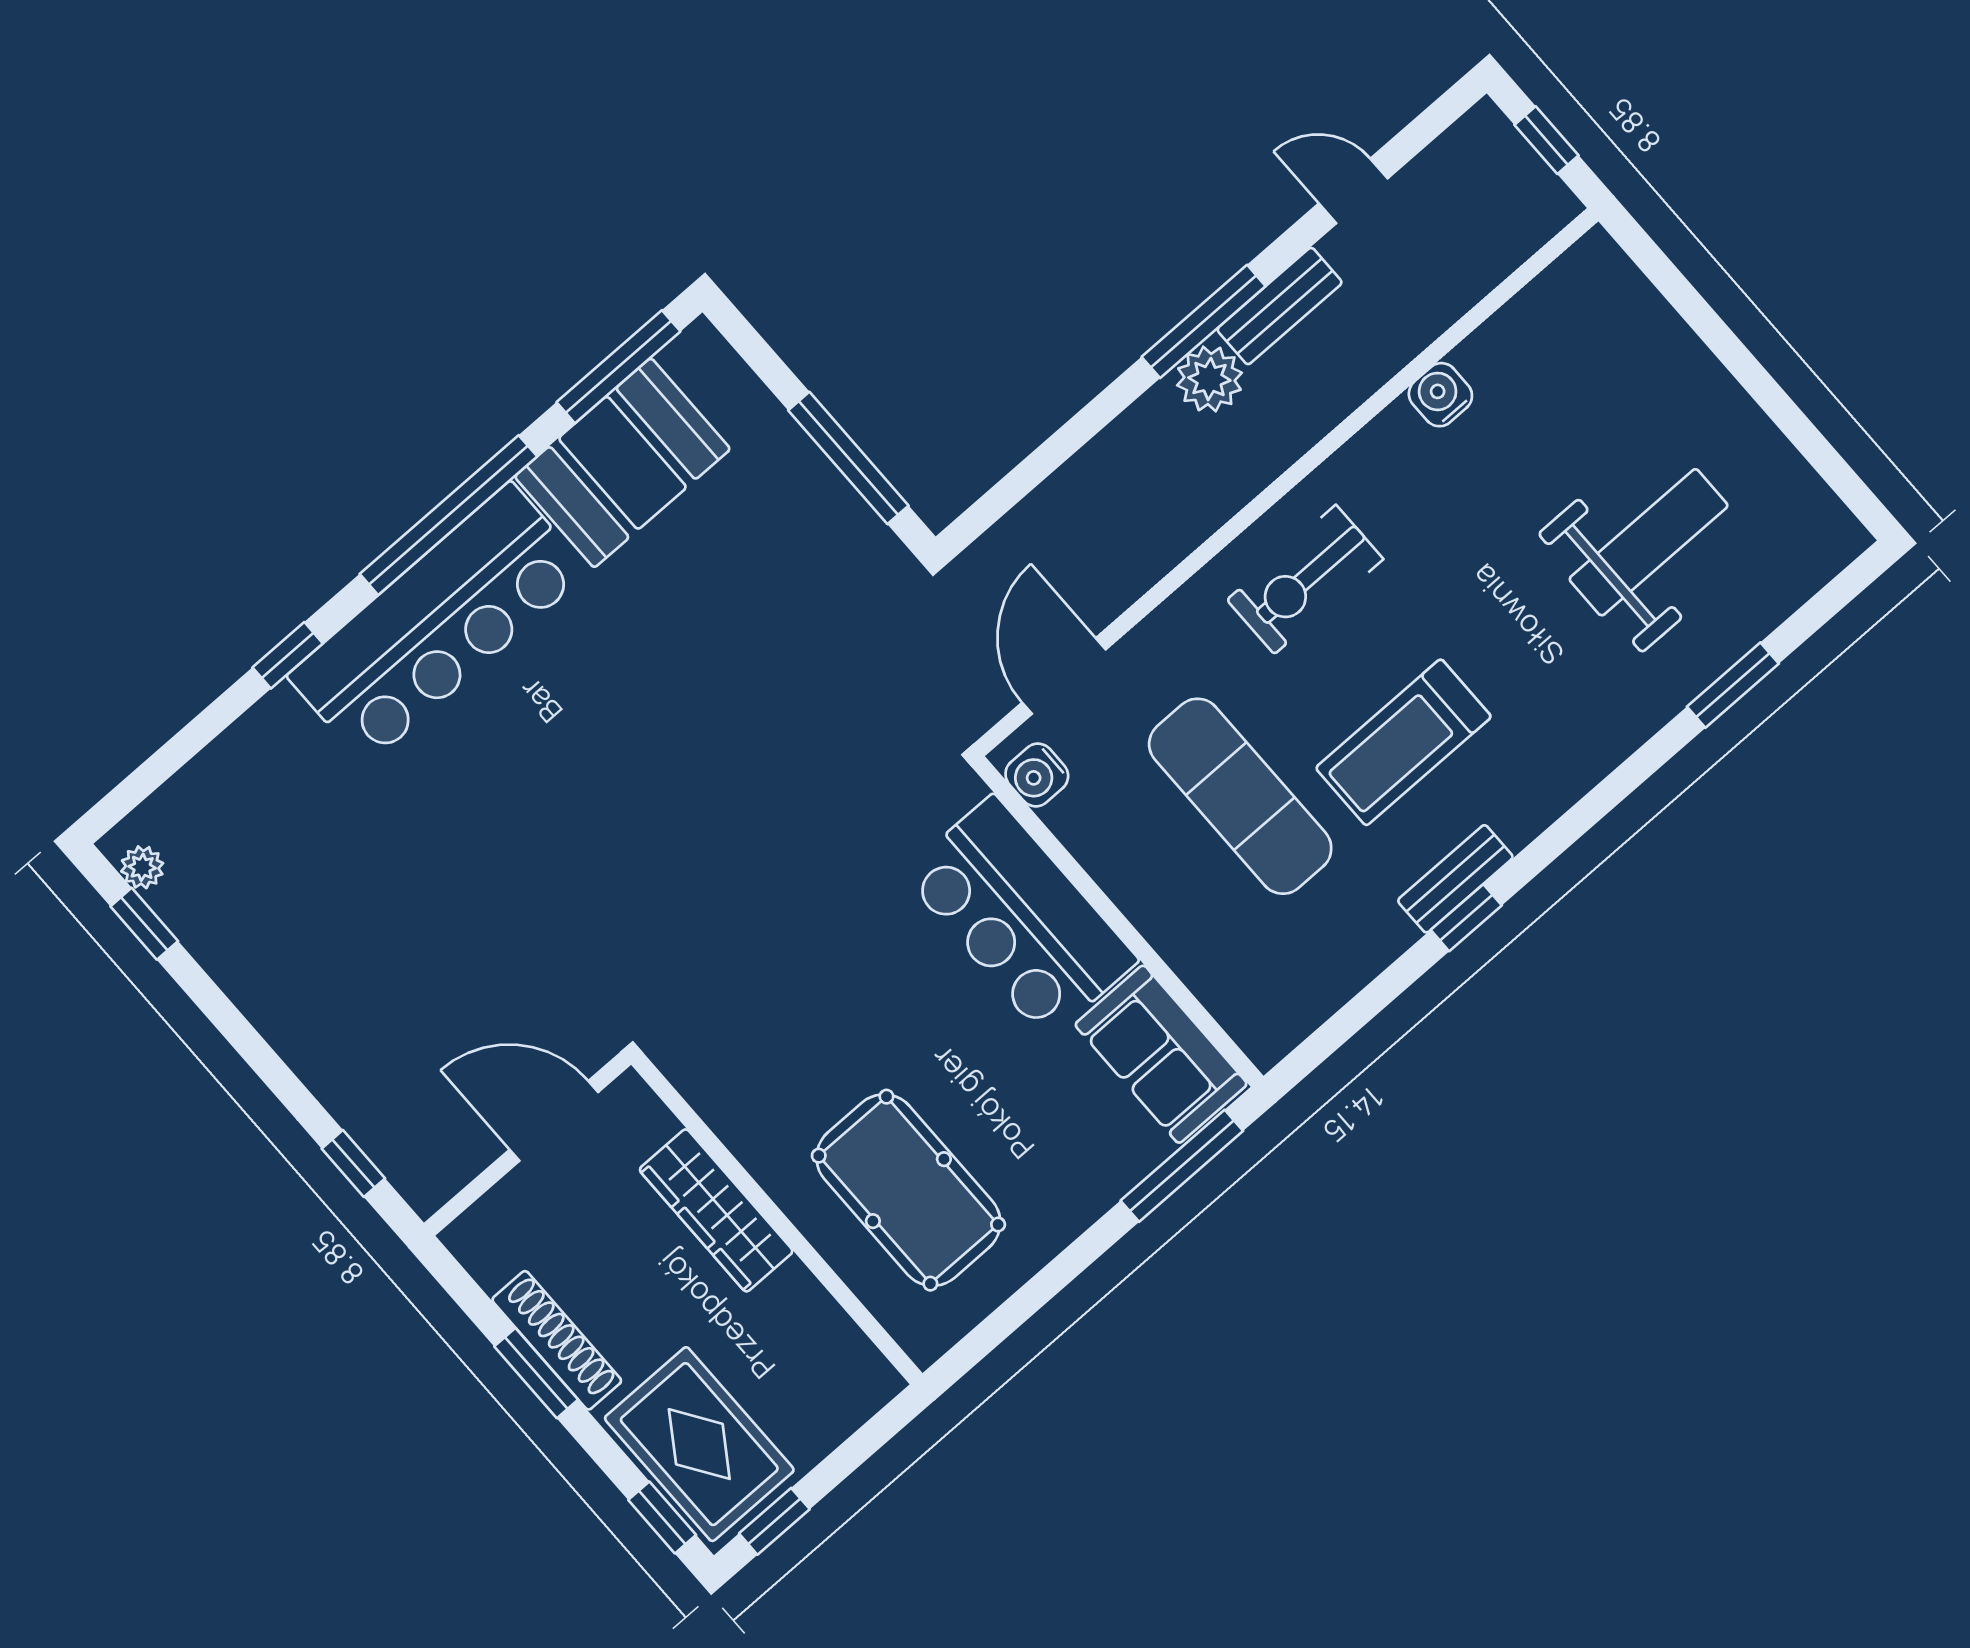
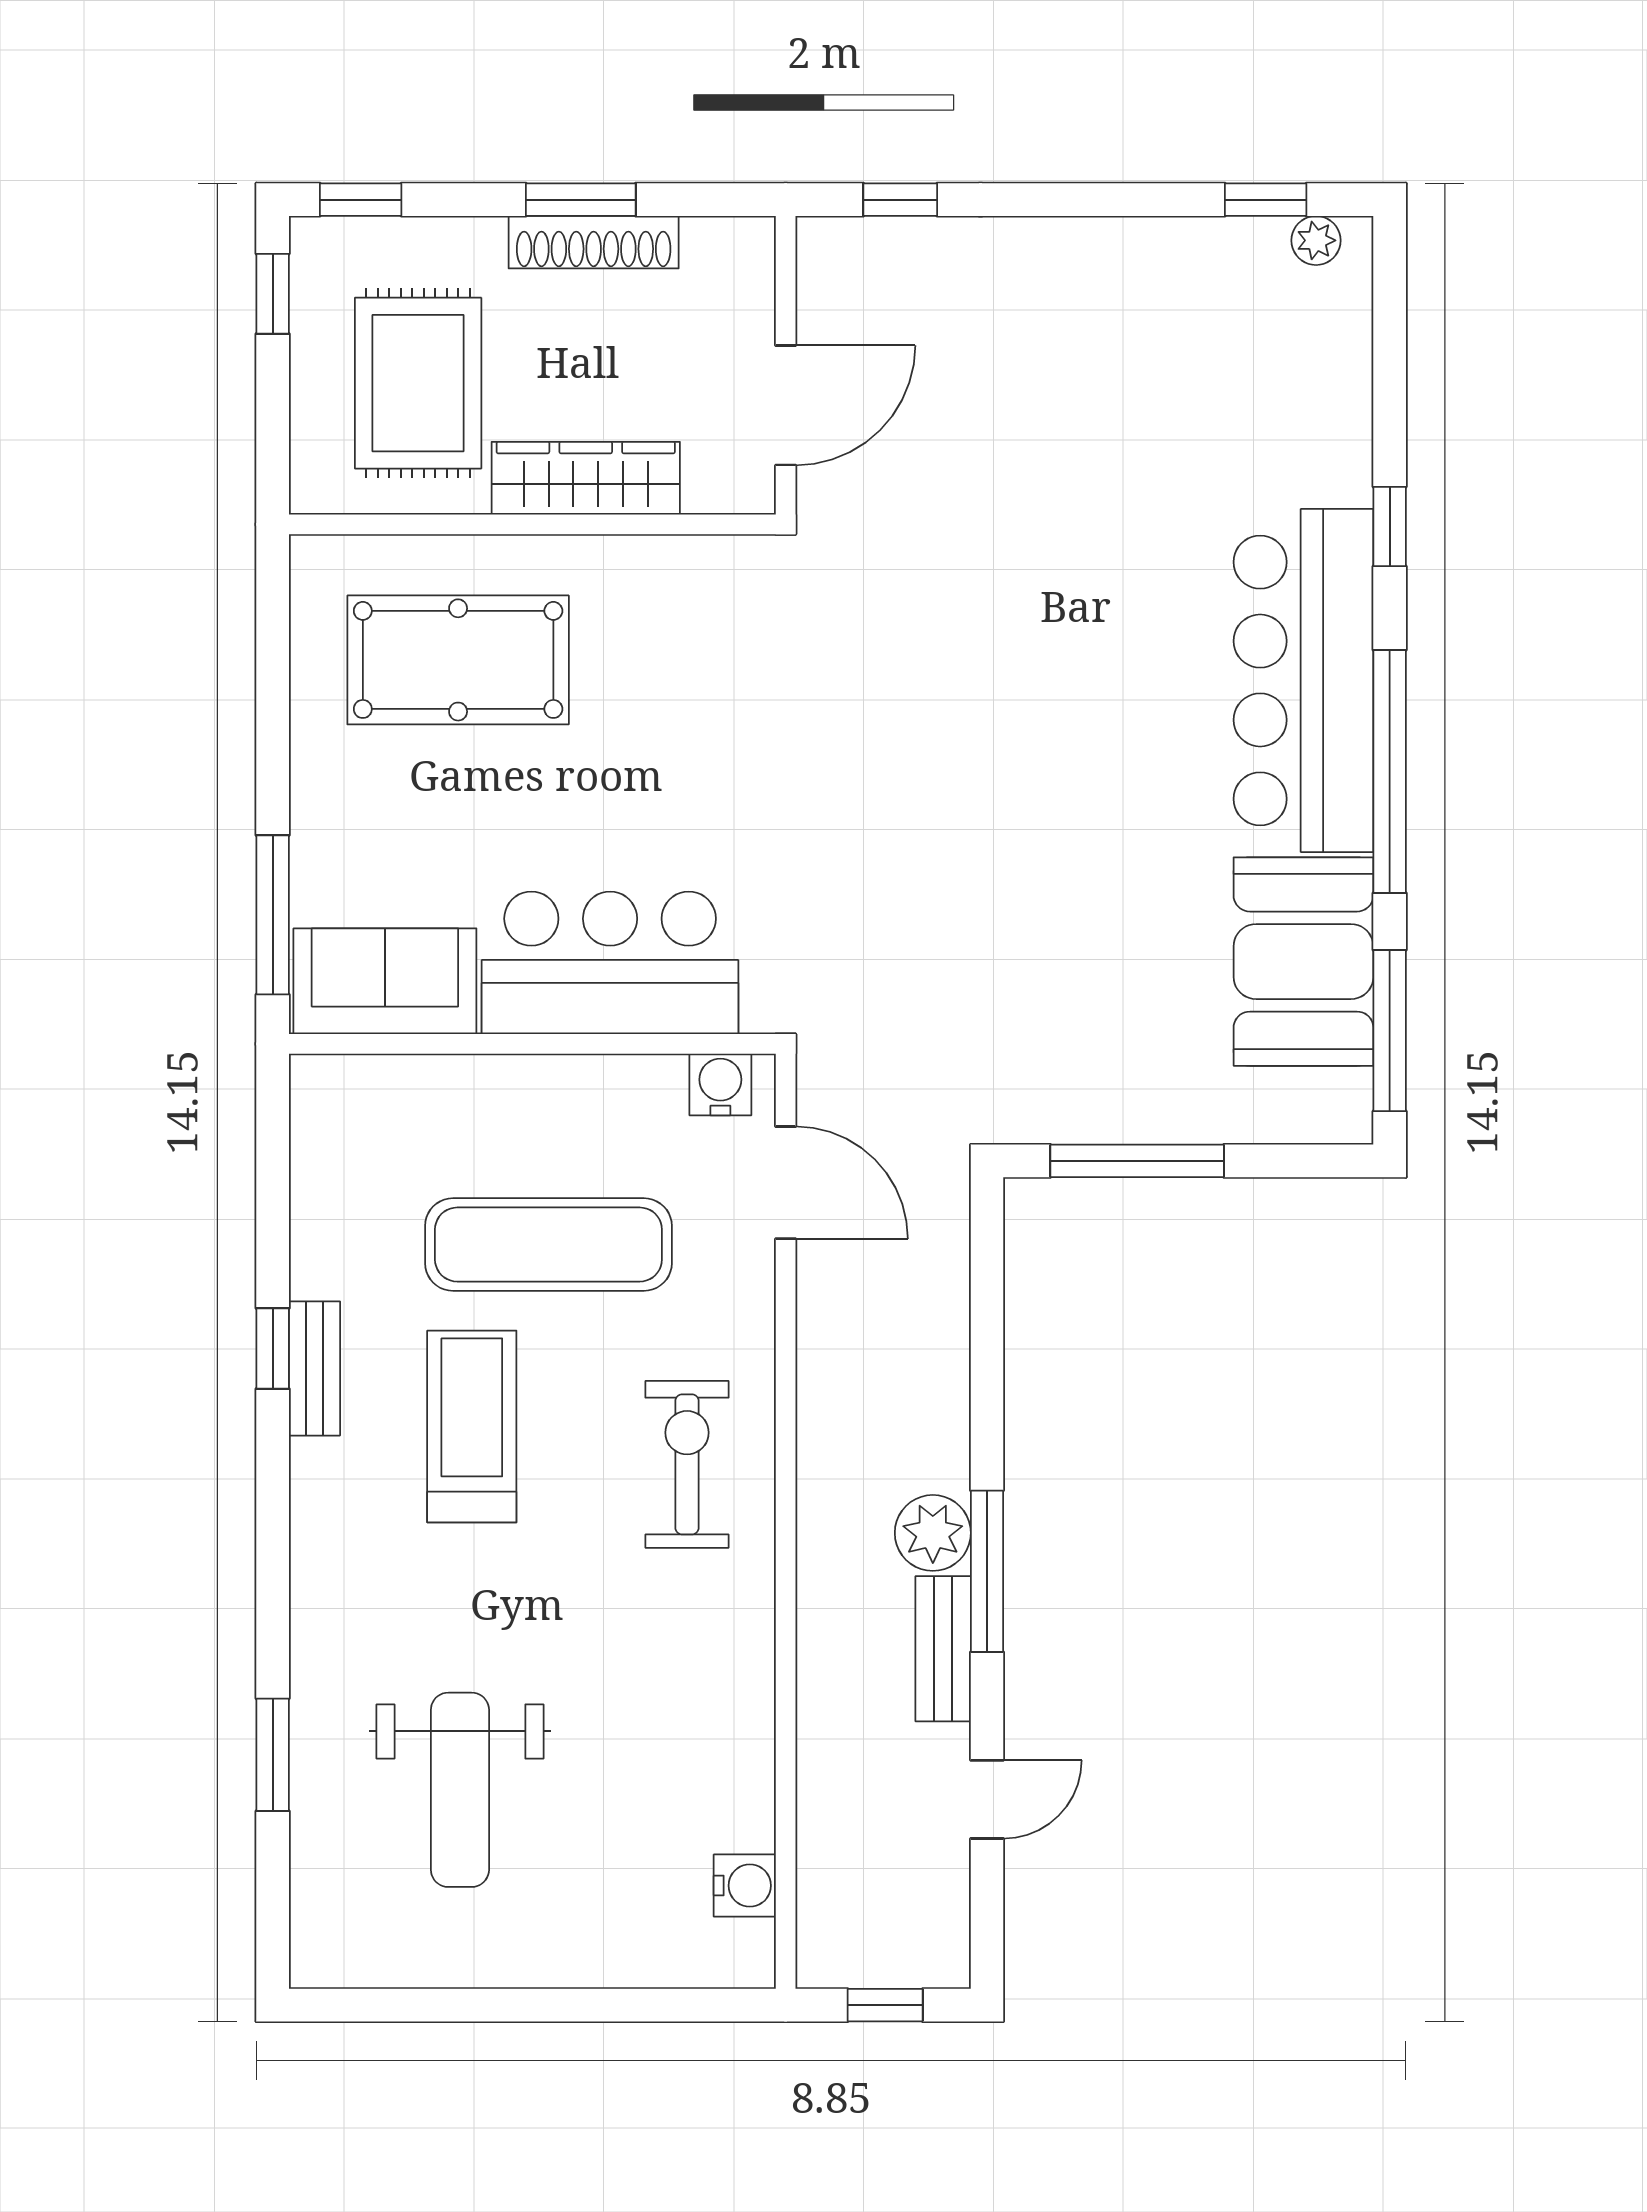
water cooler: (1440, 395) -> (745, 1886), moved
rug: (699, 1444) -> (418, 383), moved, turned 90

